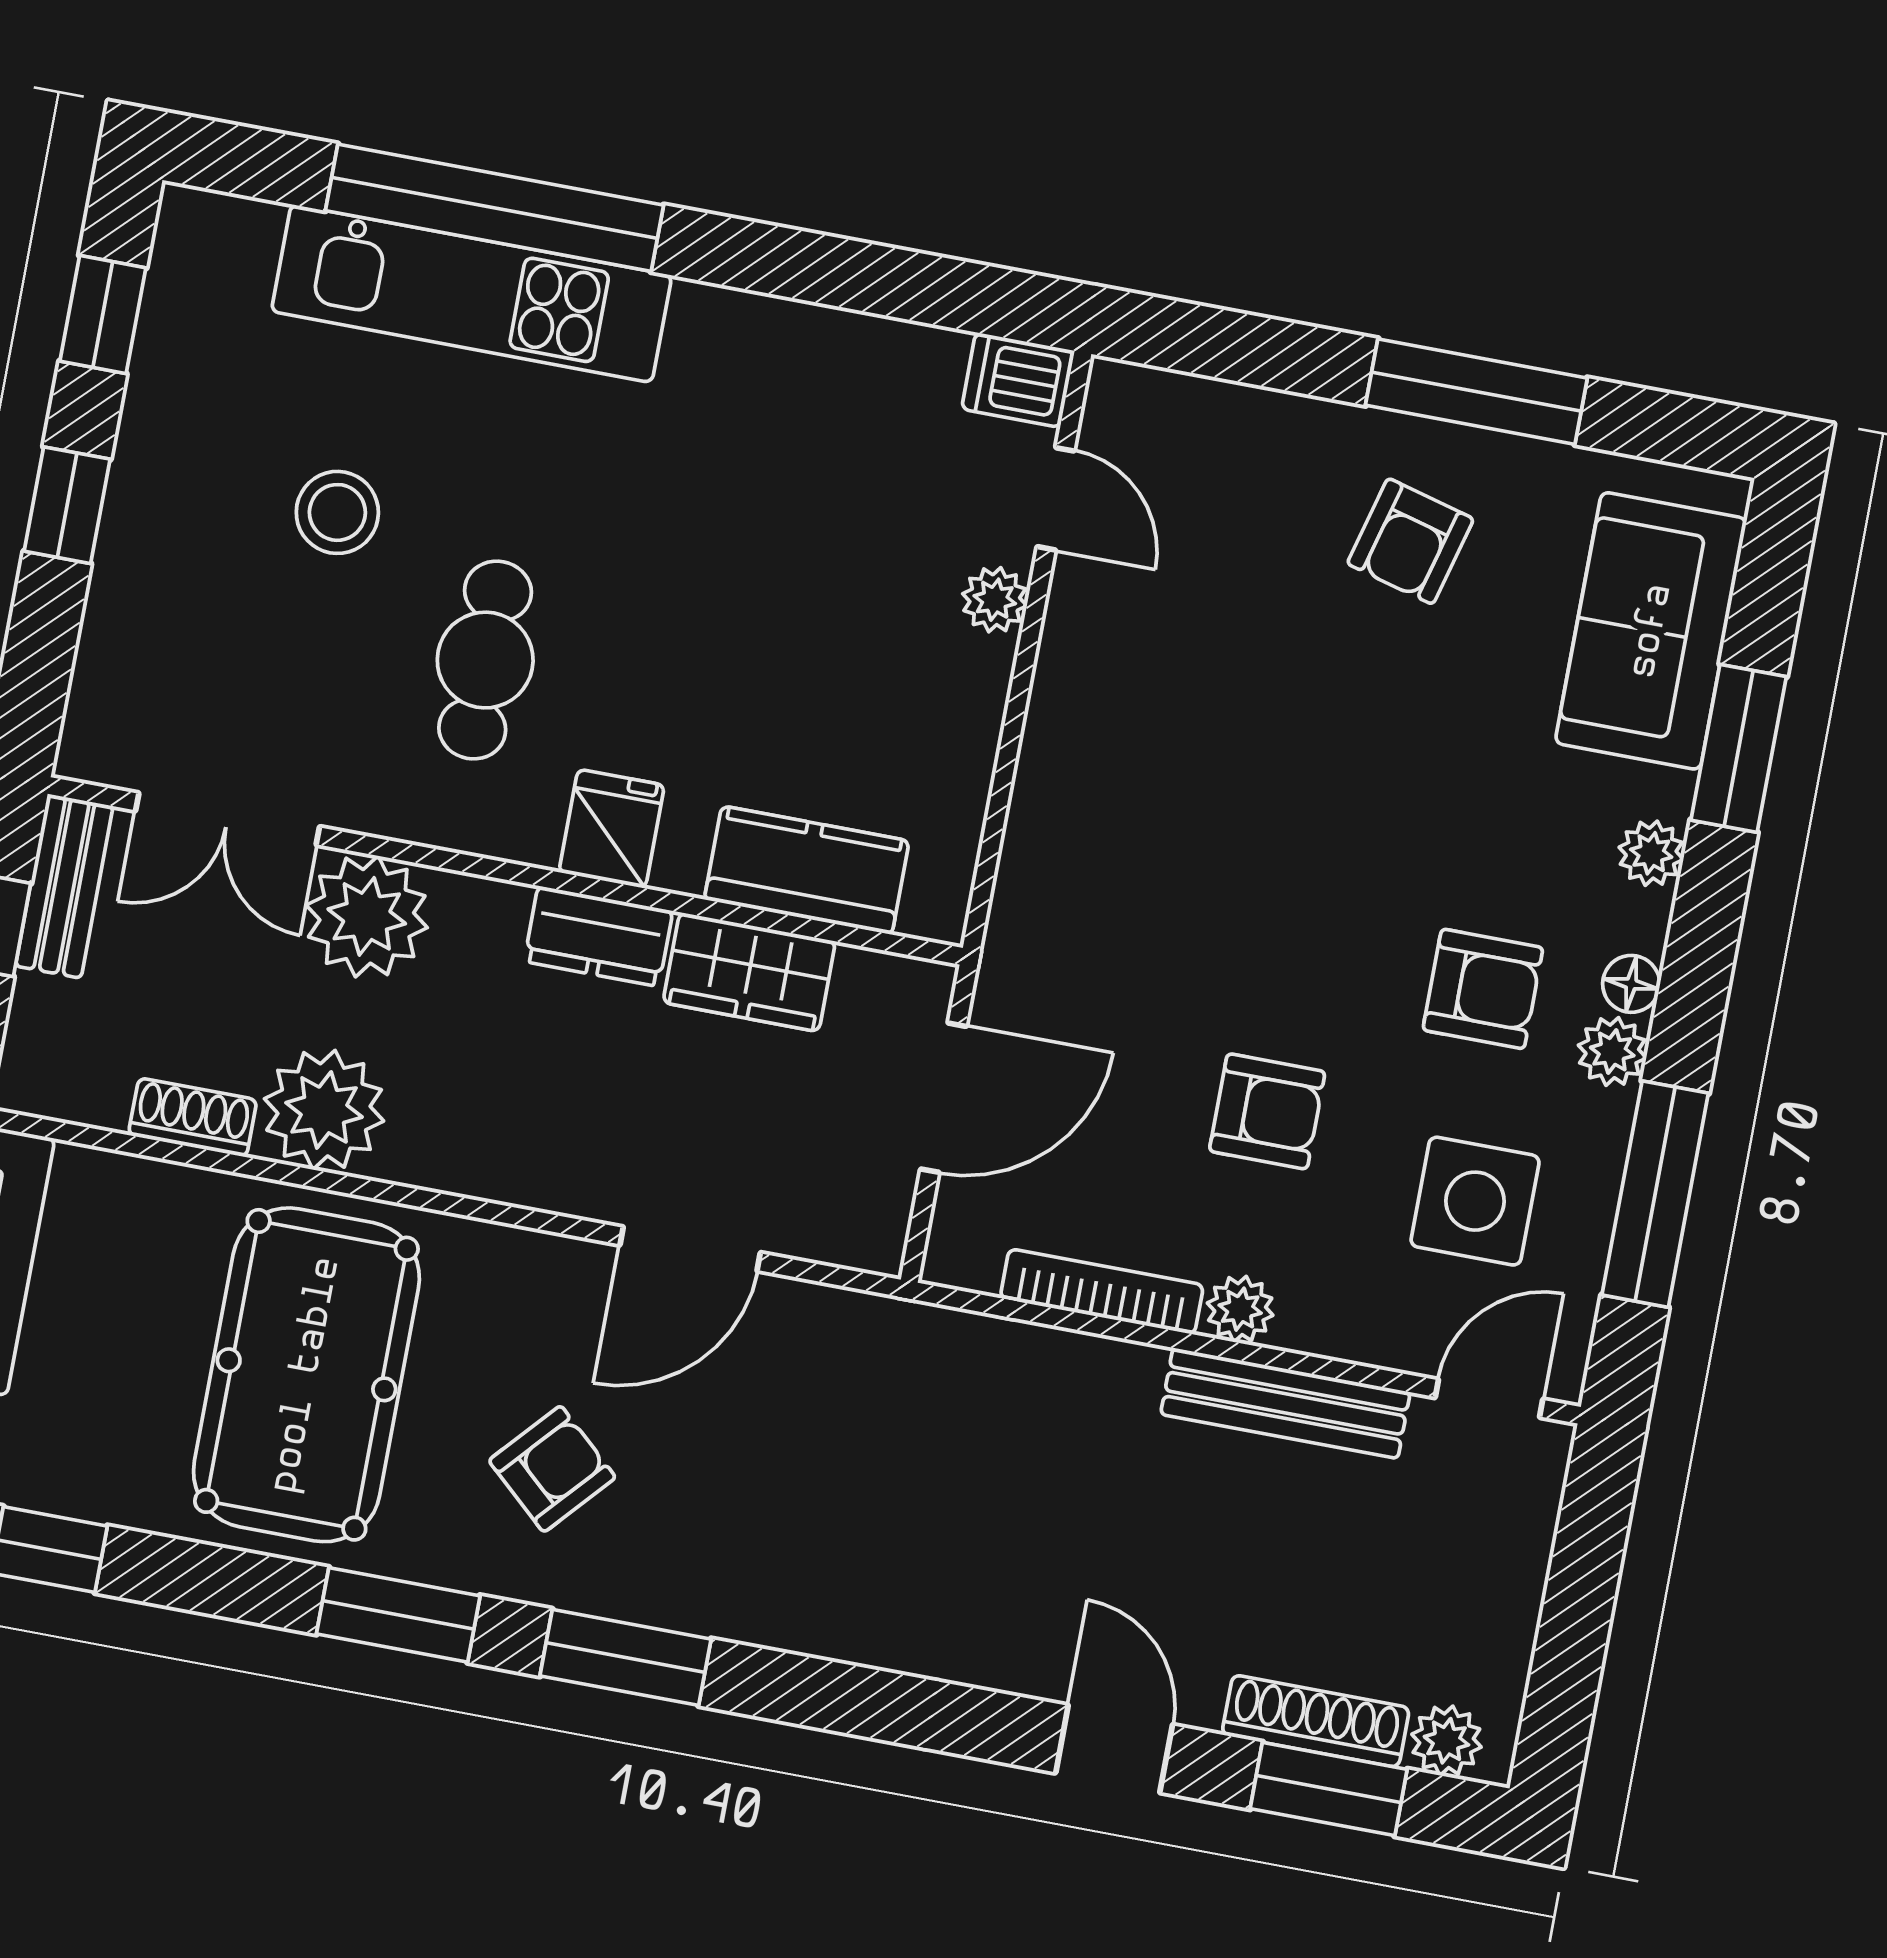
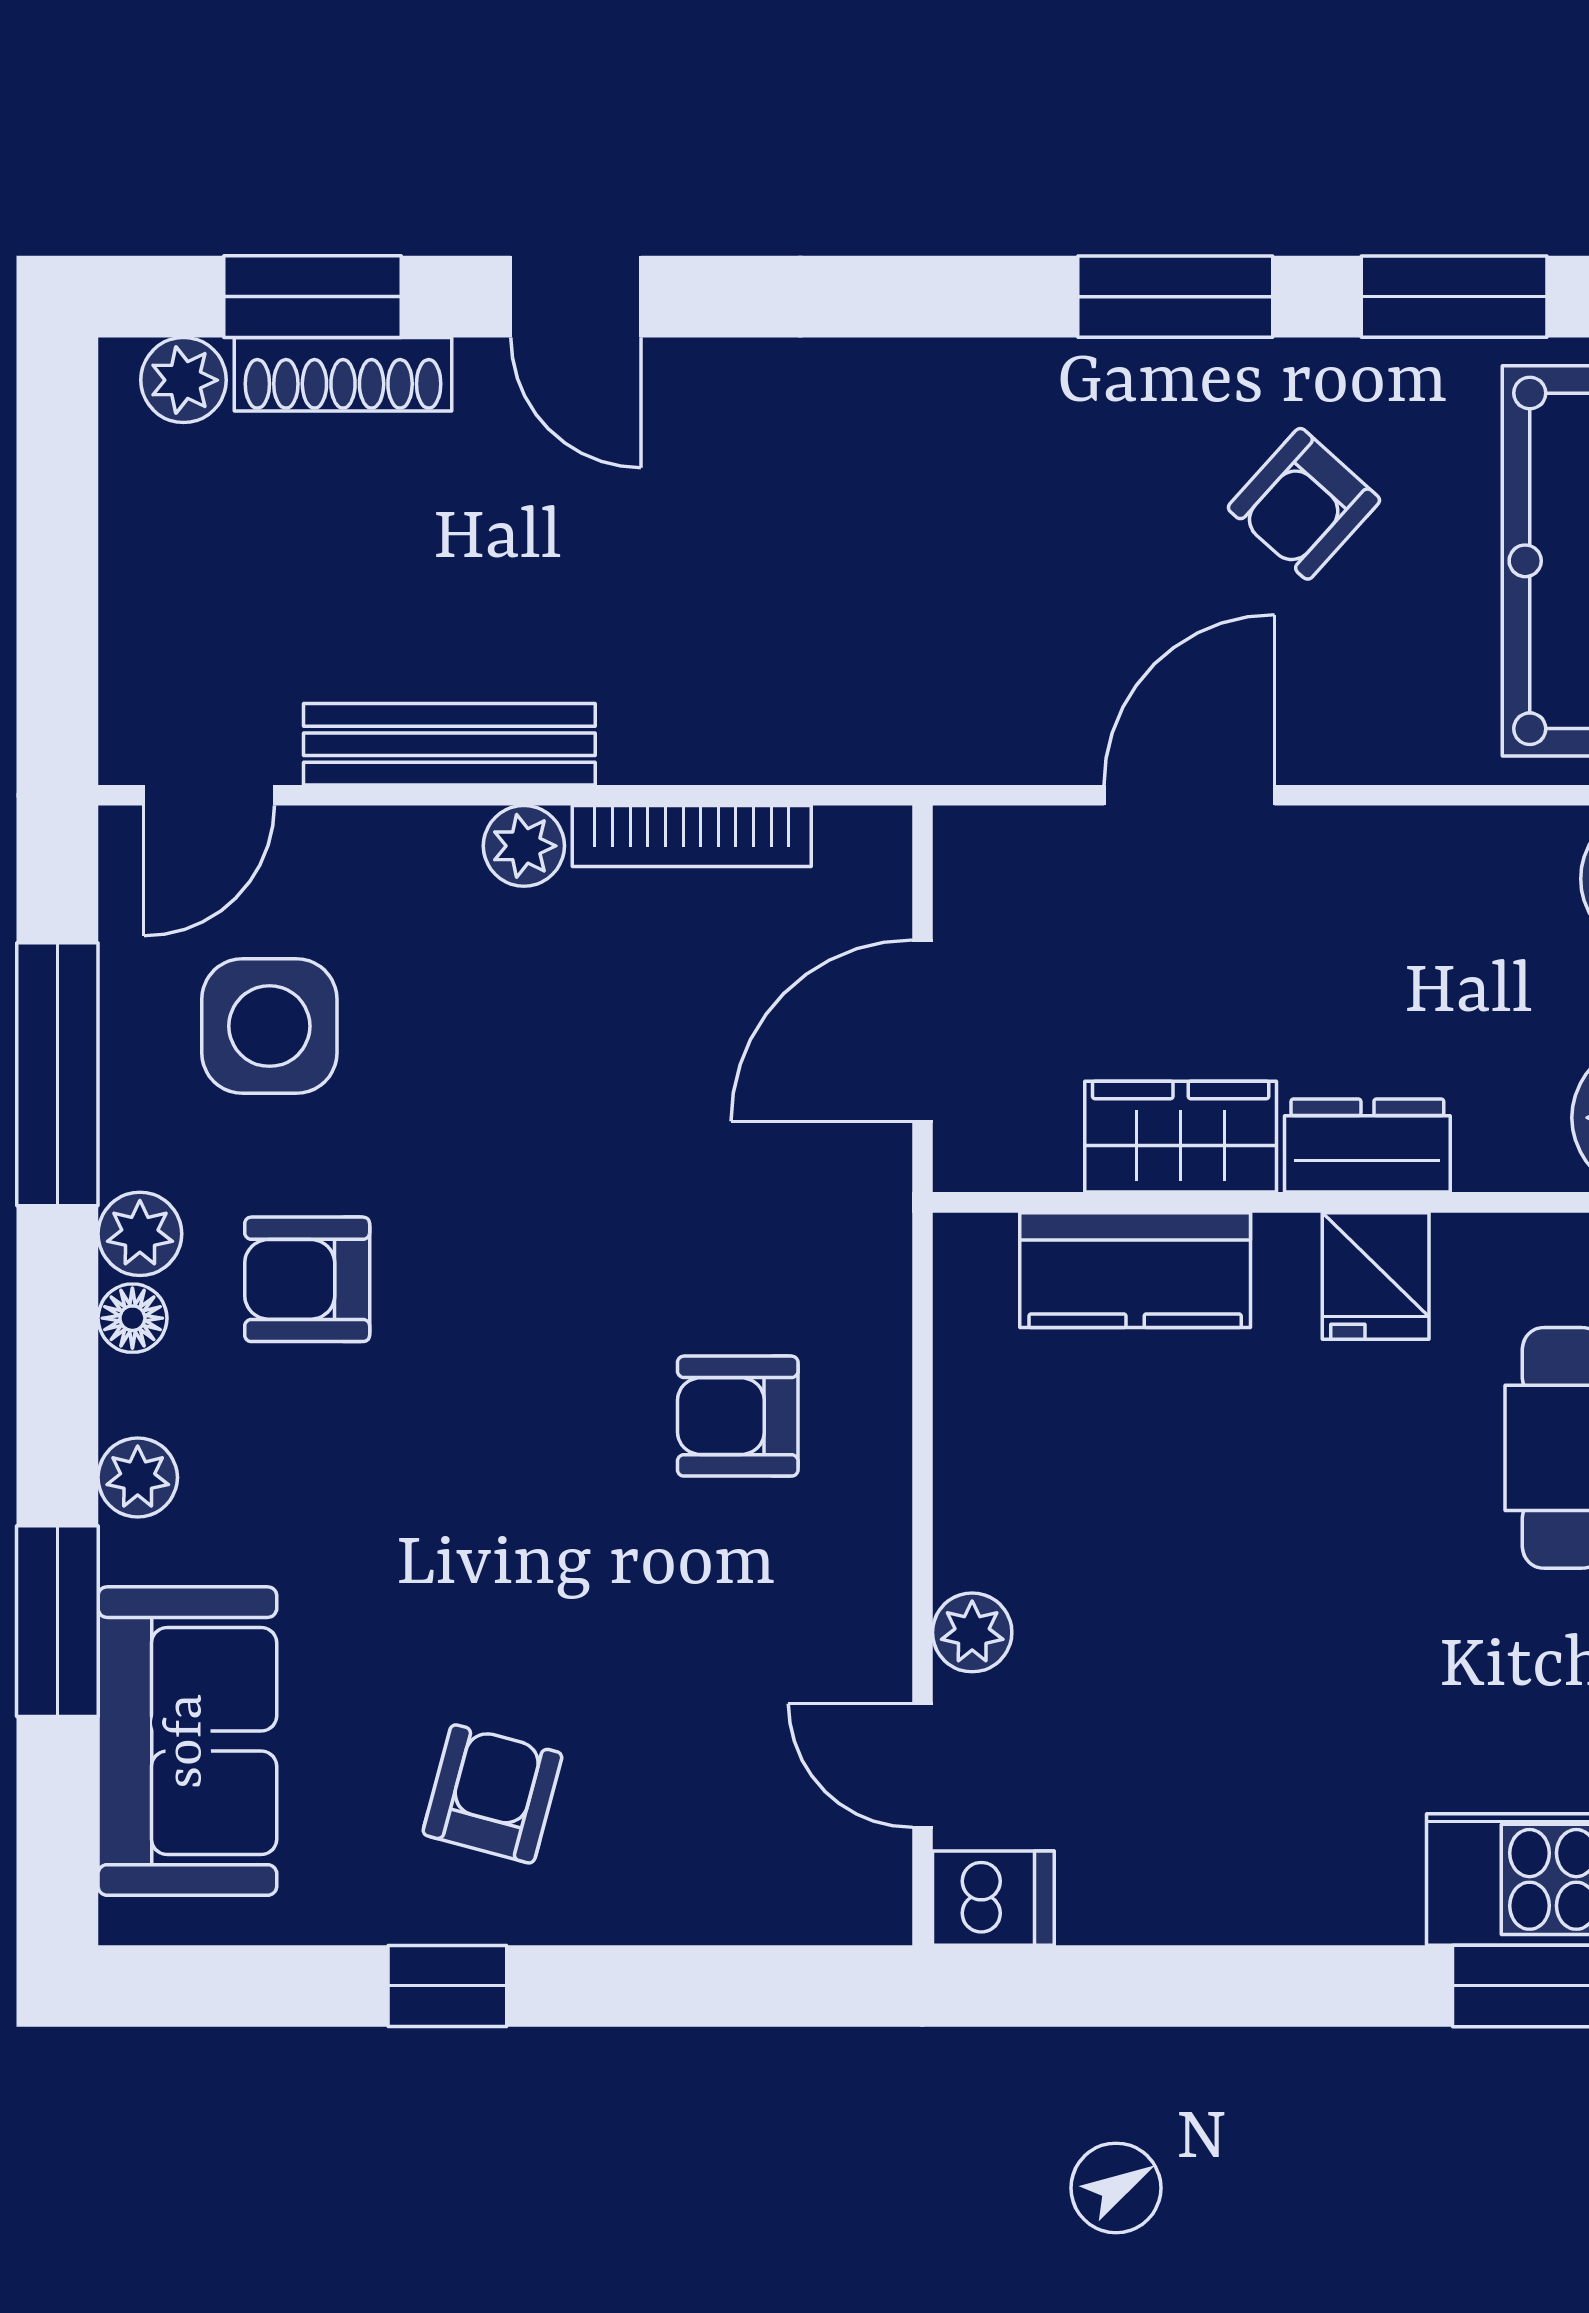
window: (1476, 392) -> (447, 1986), width x0.46
armchair: (1267, 1111) -> (738, 1416), moved

